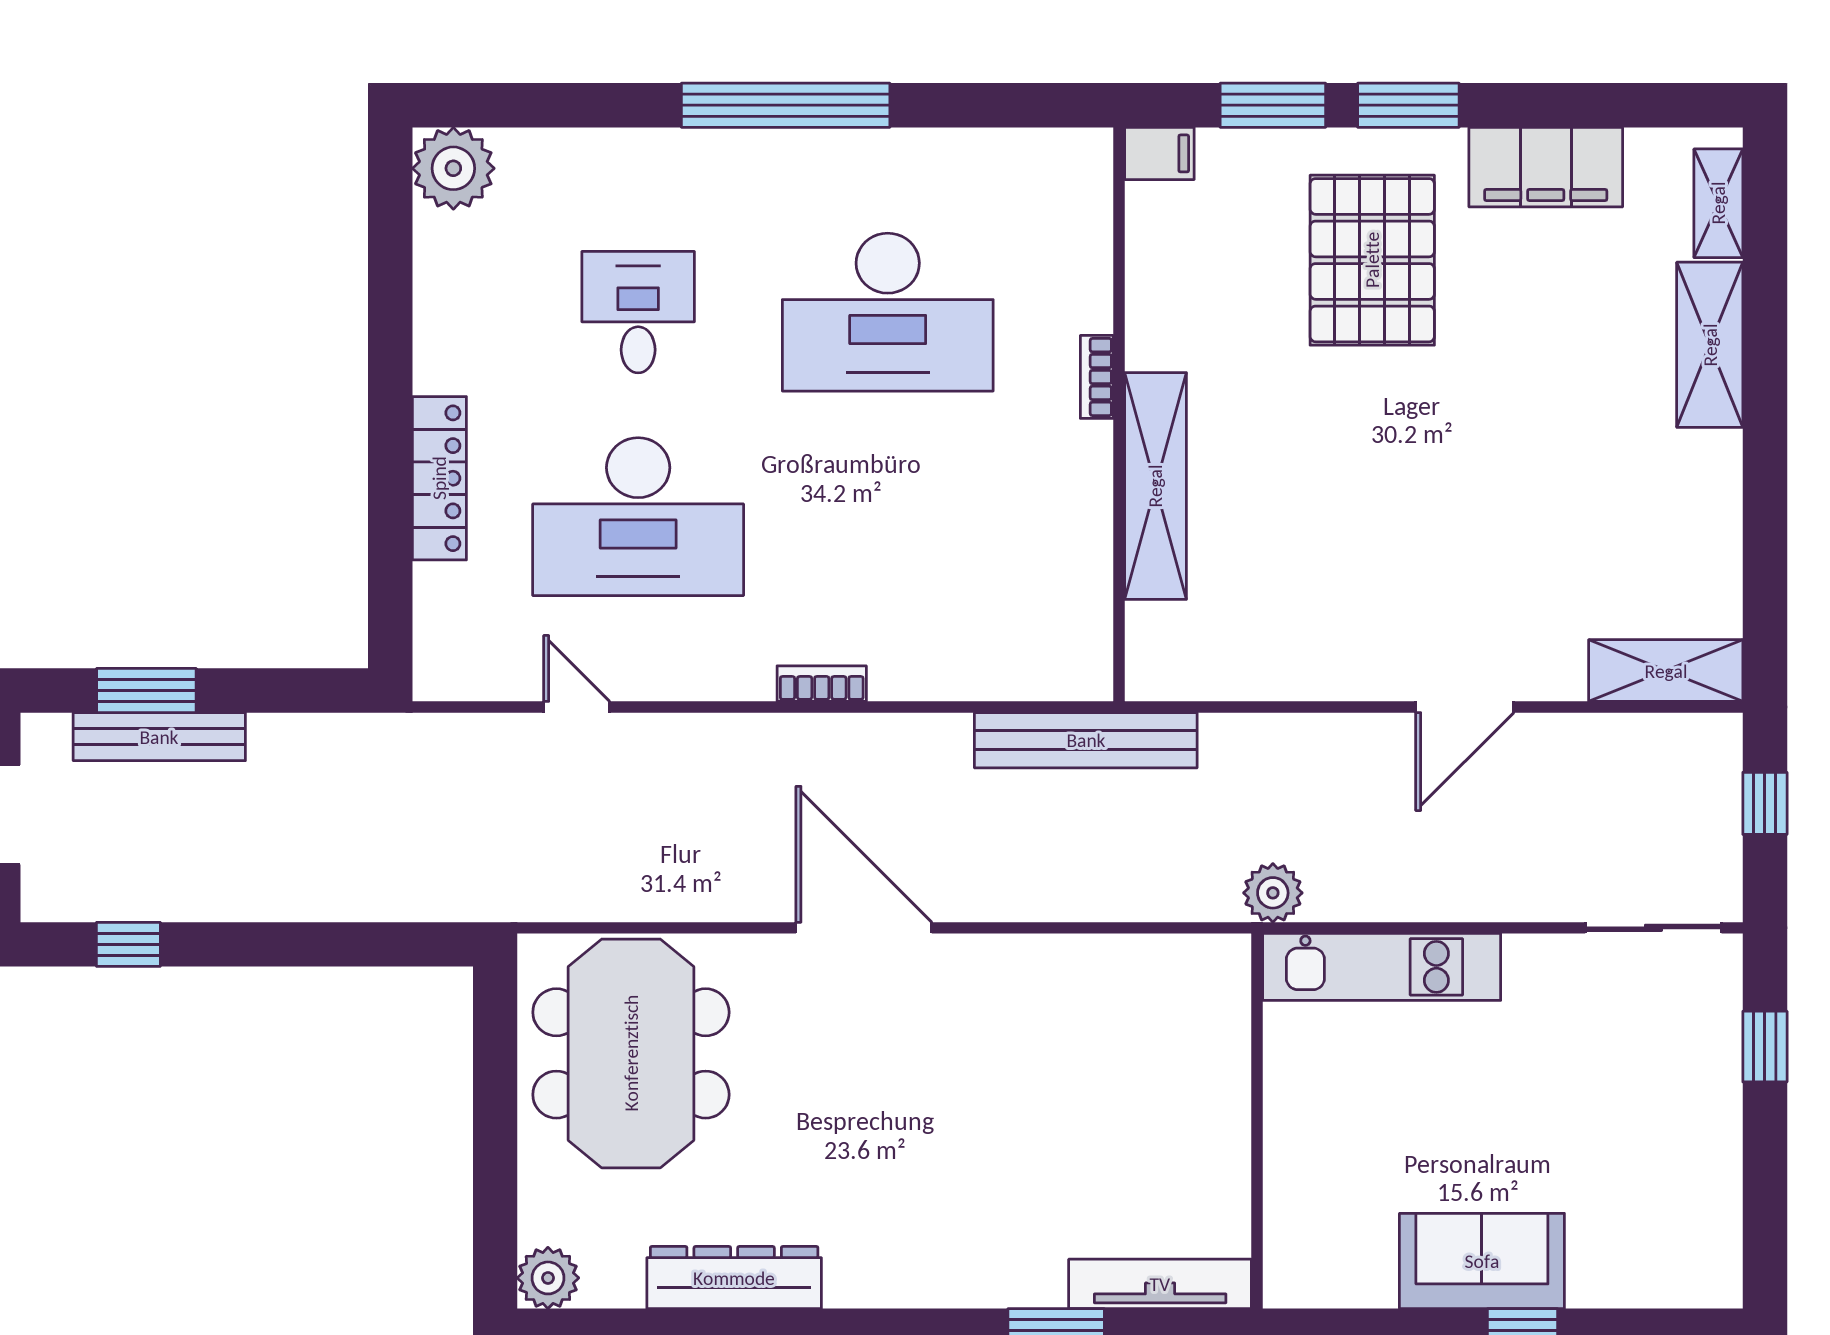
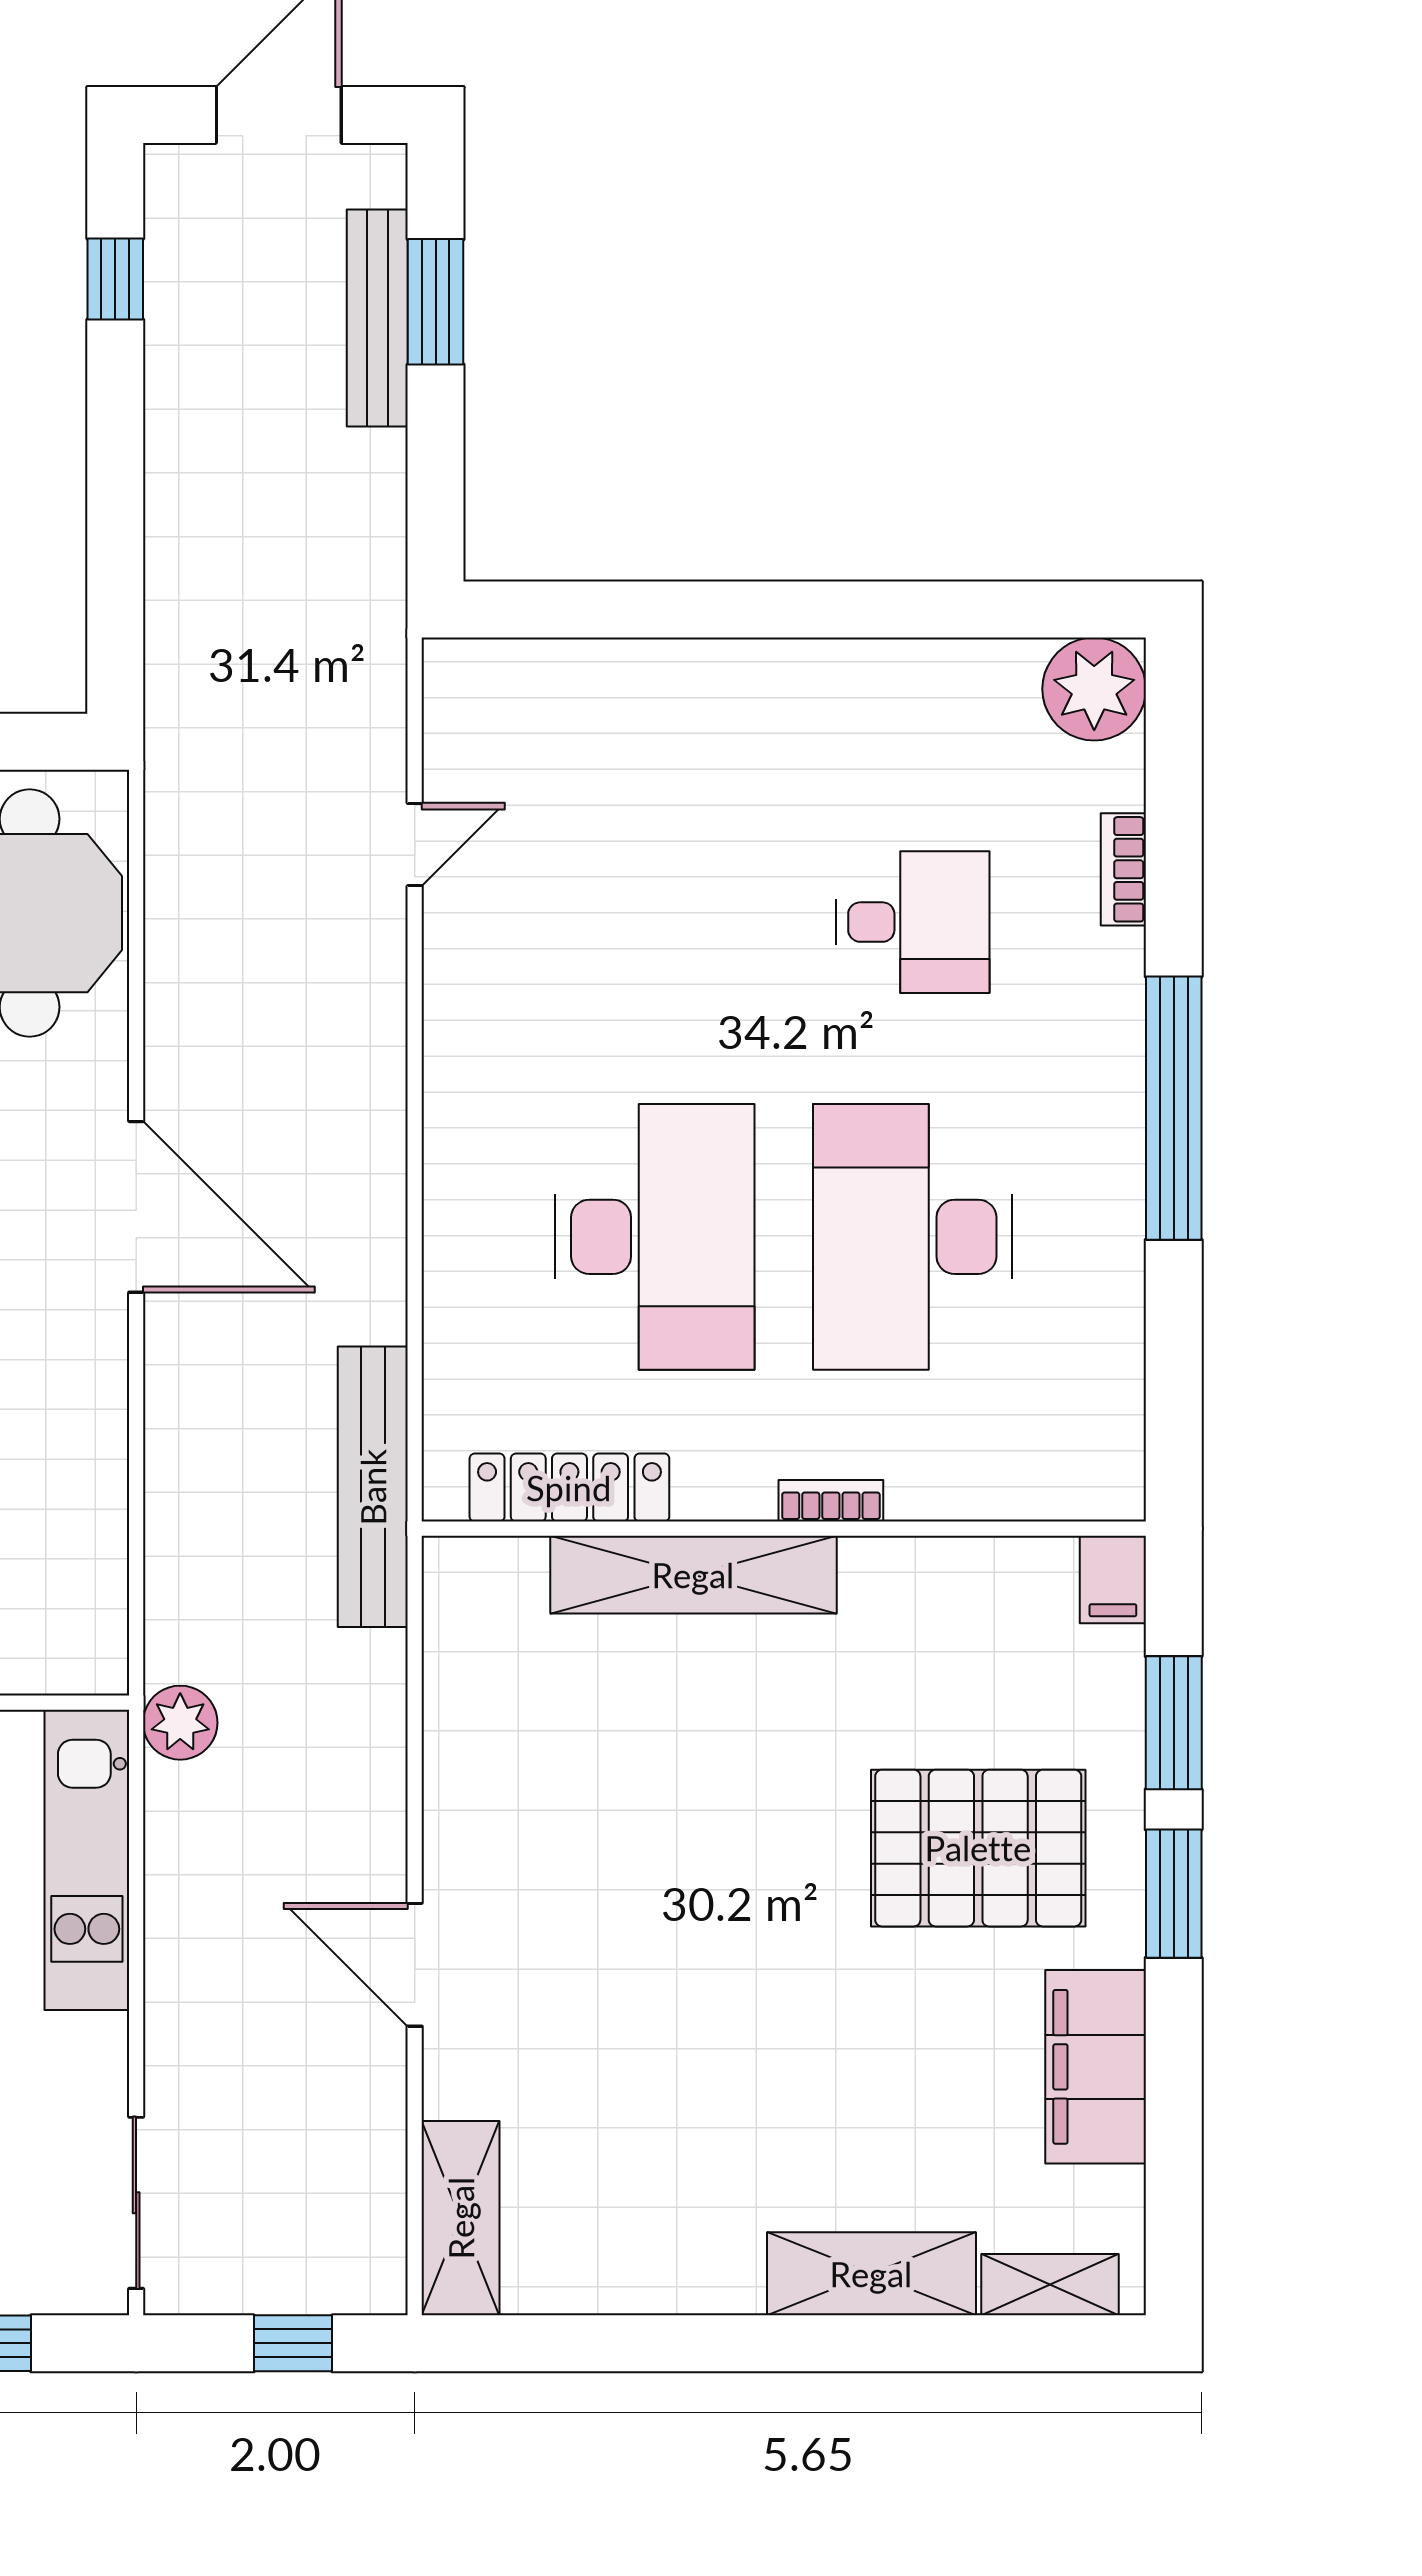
locker: (439, 478) -> (569, 1488), moved, turned 180
desk: (638, 517) -> (655, 1237), moved, turned 180
bookcase: (822, 684) -> (1123, 869), moved, turned 180
door: (864, 928) -> (136, 1207), hinge flipped

